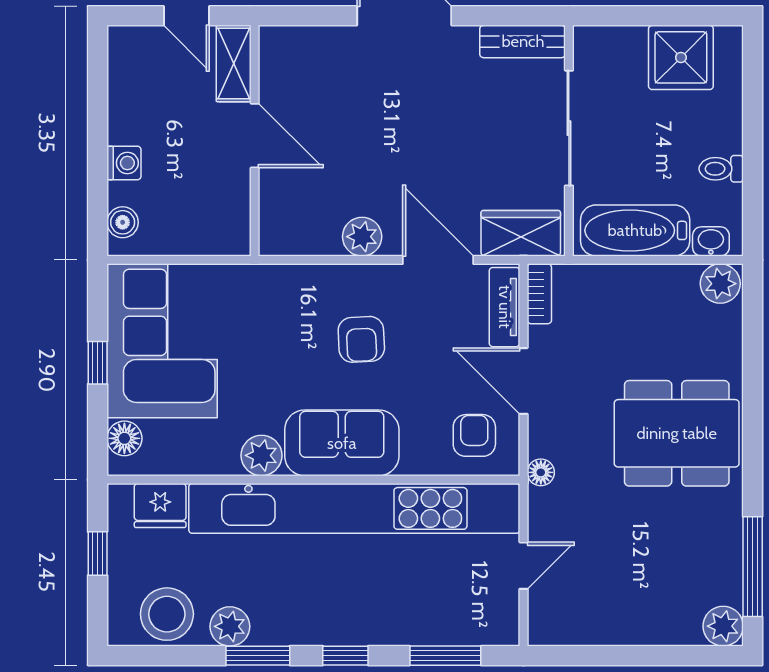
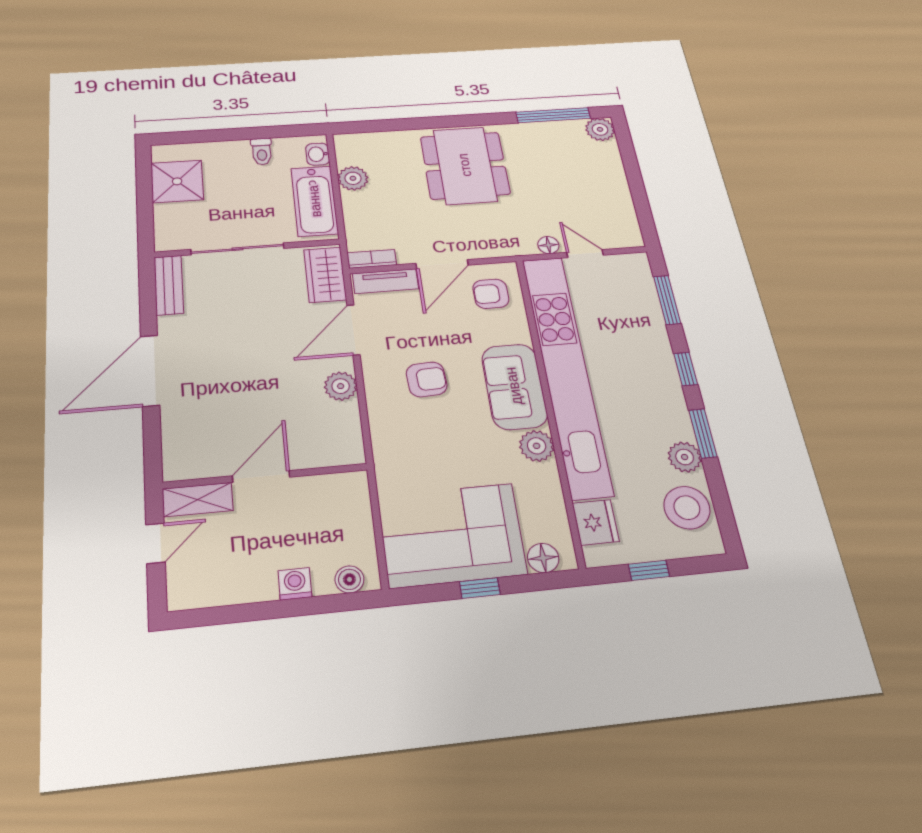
plant: (720, 284) -> (353, 178), moved
floor lamp: (541, 472) -> (548, 245), moved

